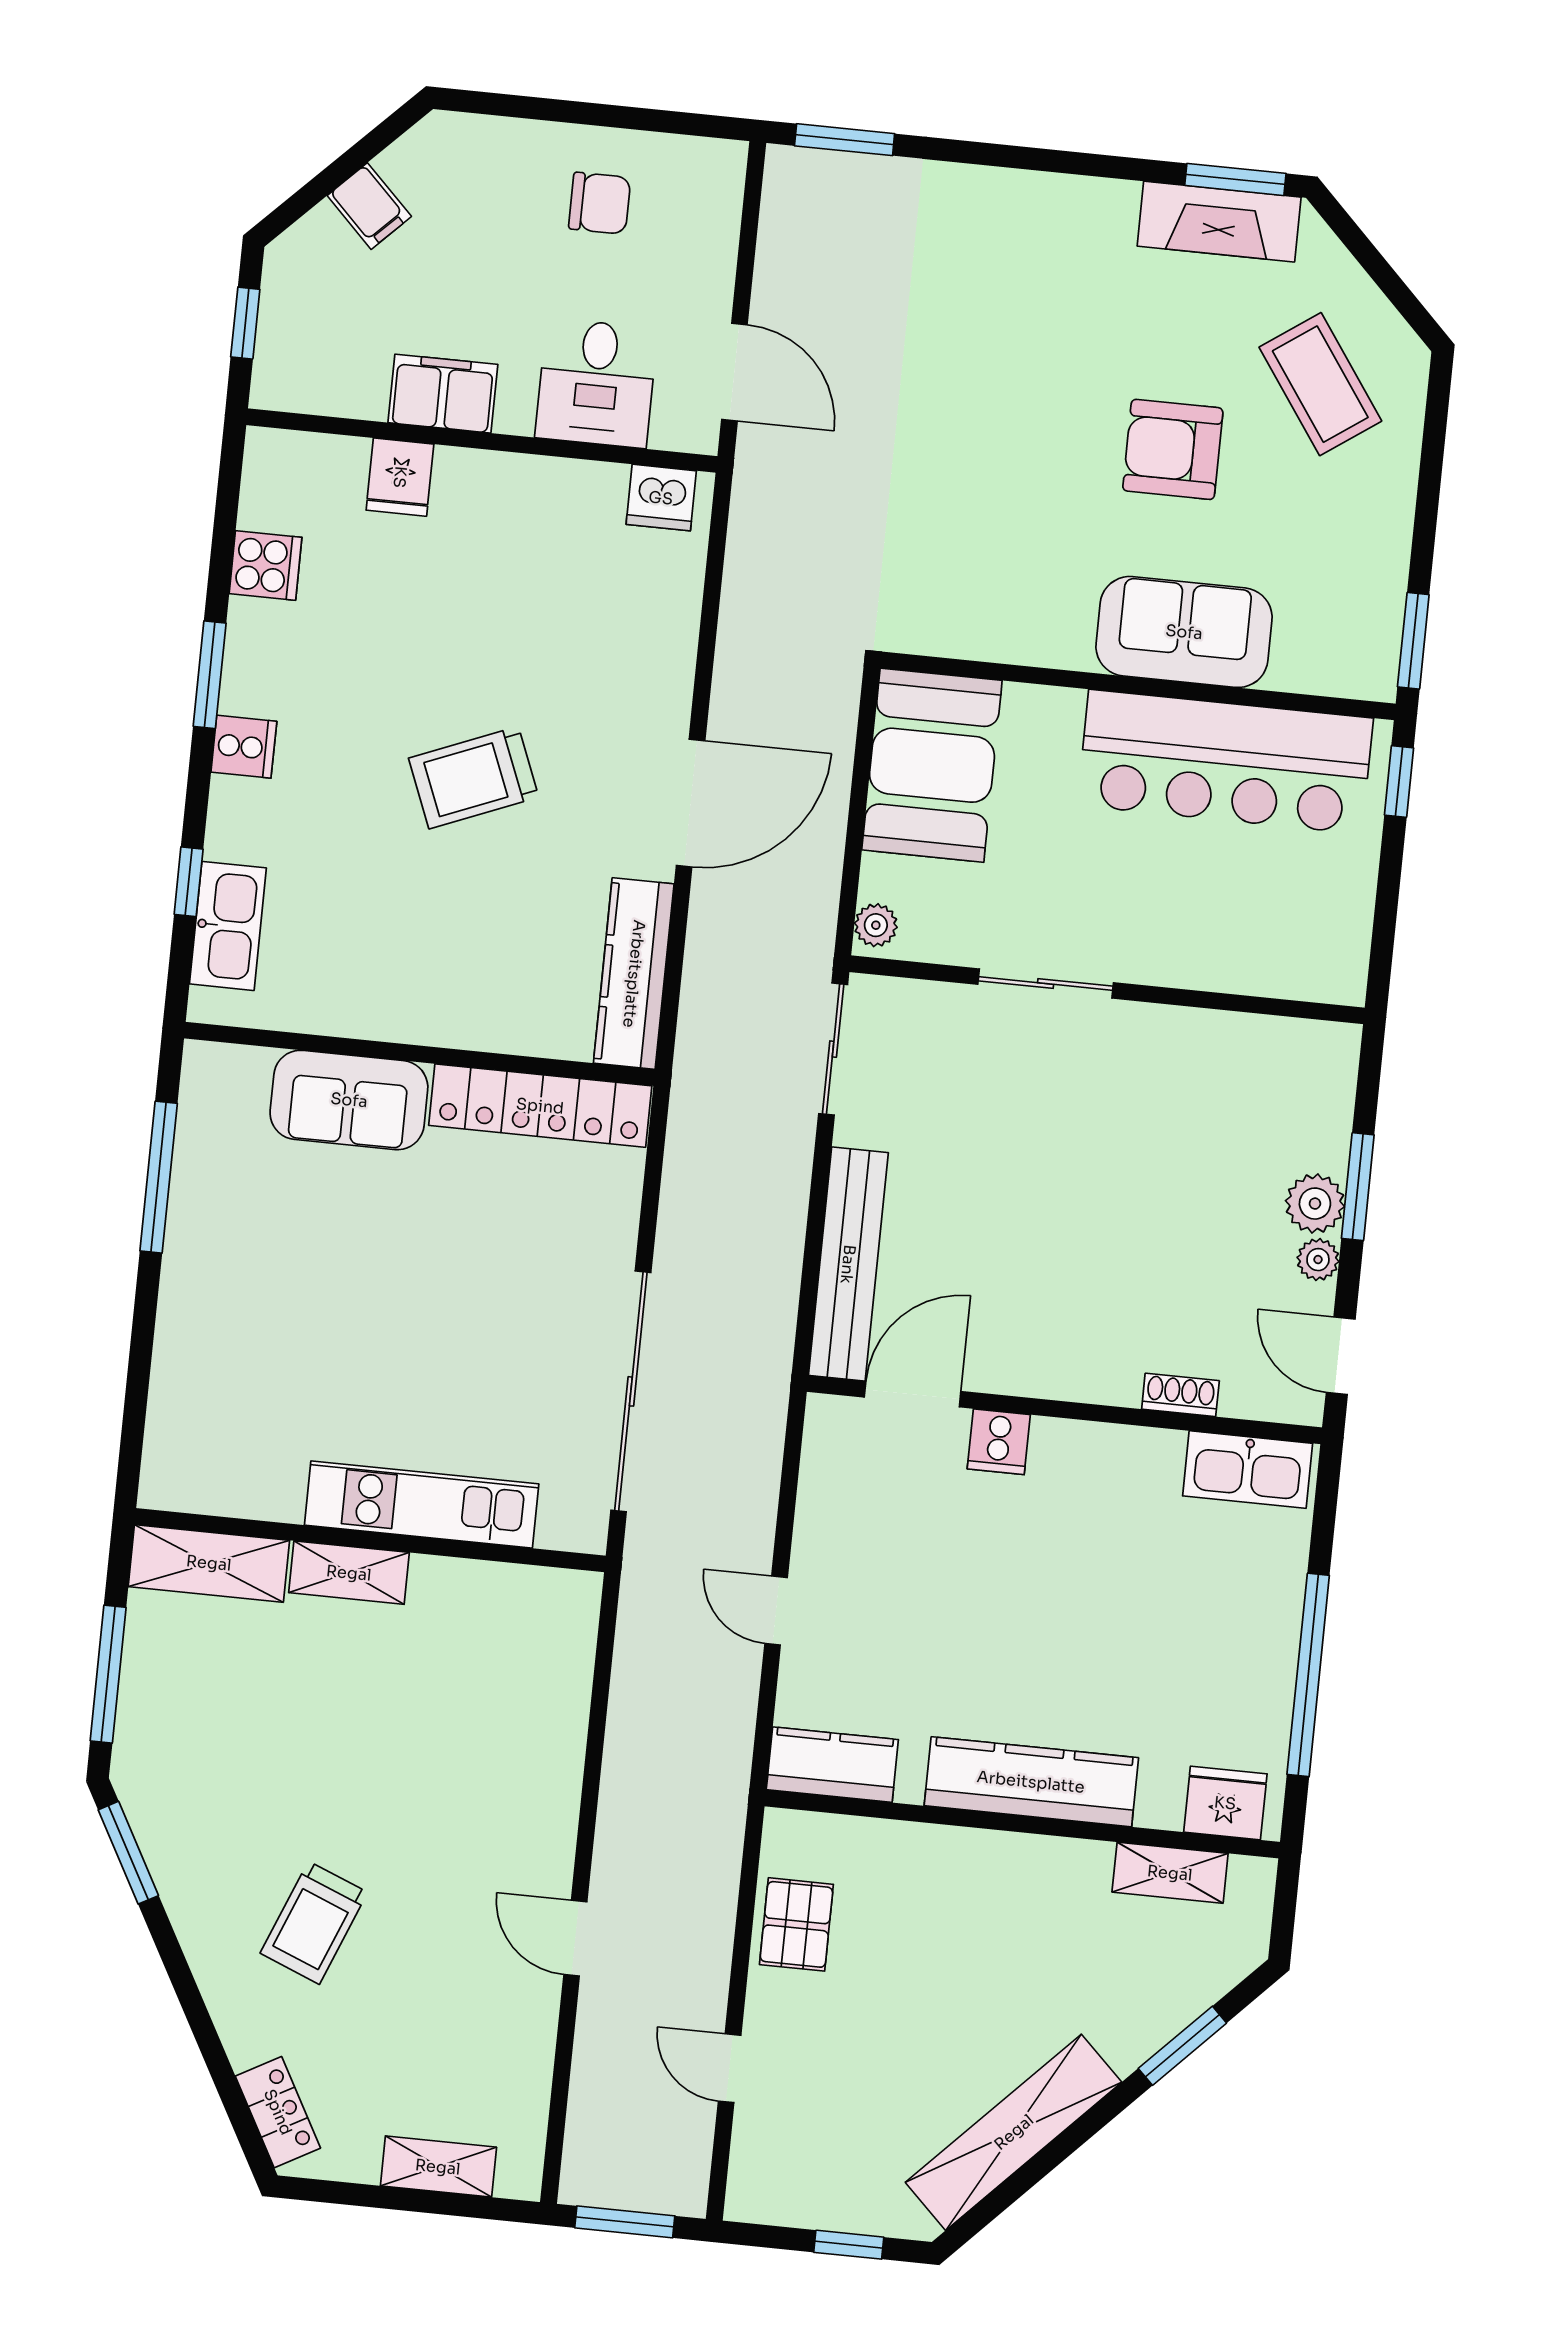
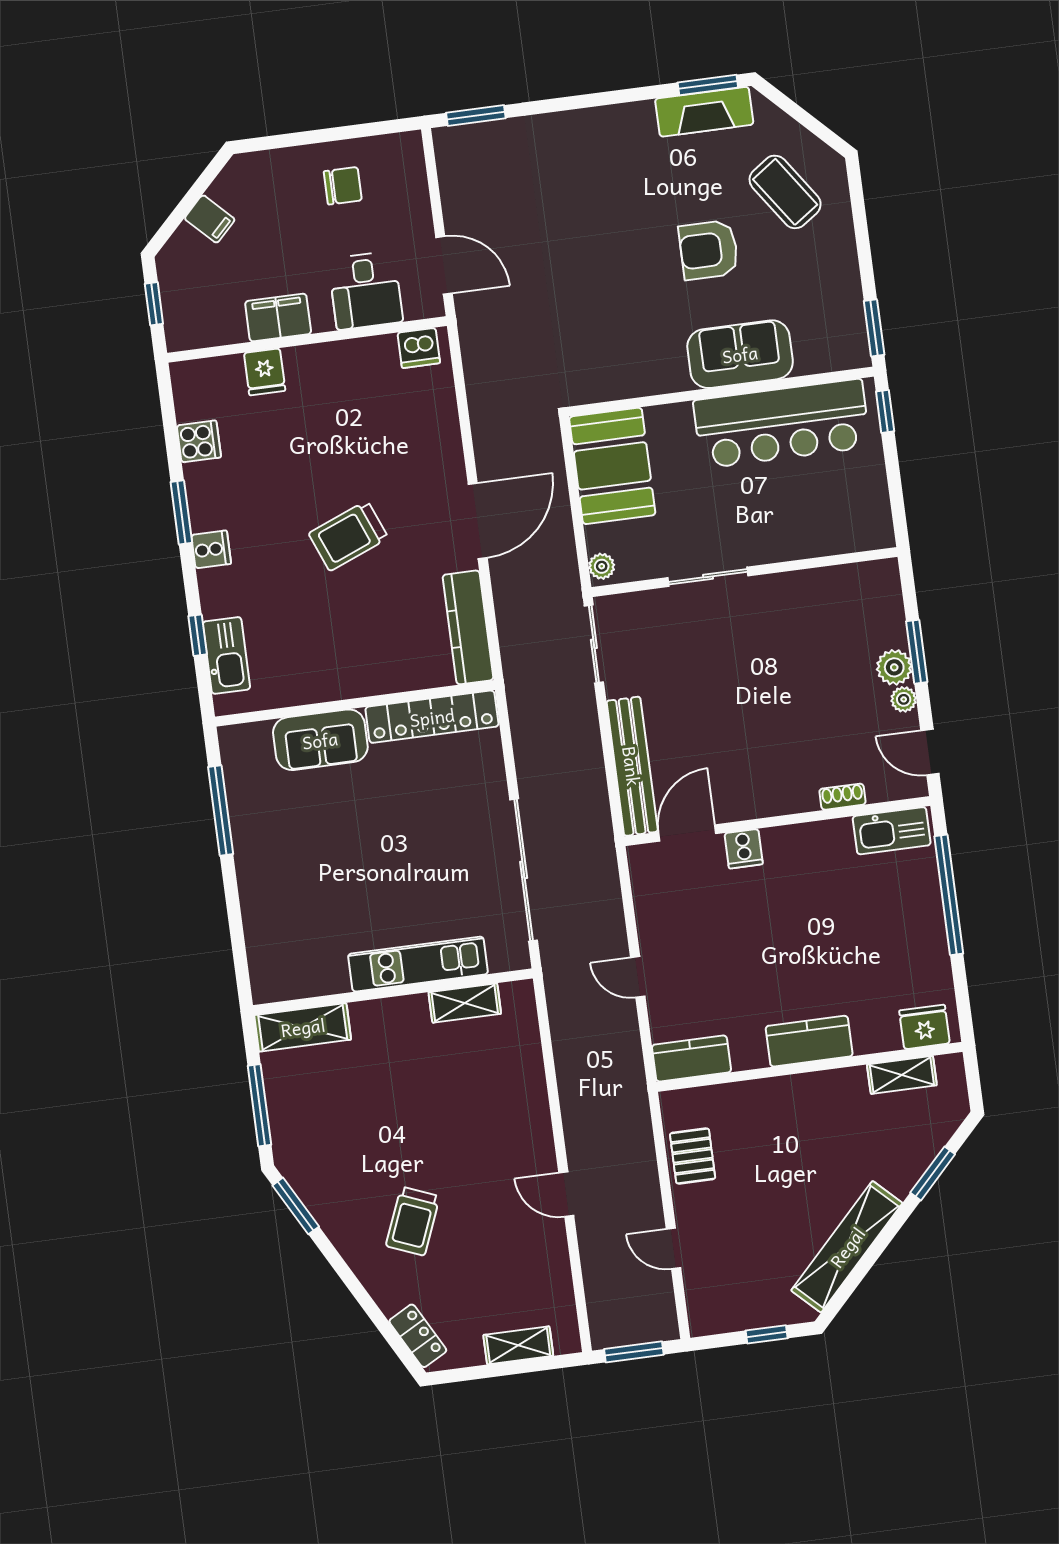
shelving: (349, 1573) -> (465, 1003), moved
window: (1308, 1675) -> (949, 895), moved
kitchen counter: (1031, 1782) -> (809, 1041), width x0.67

